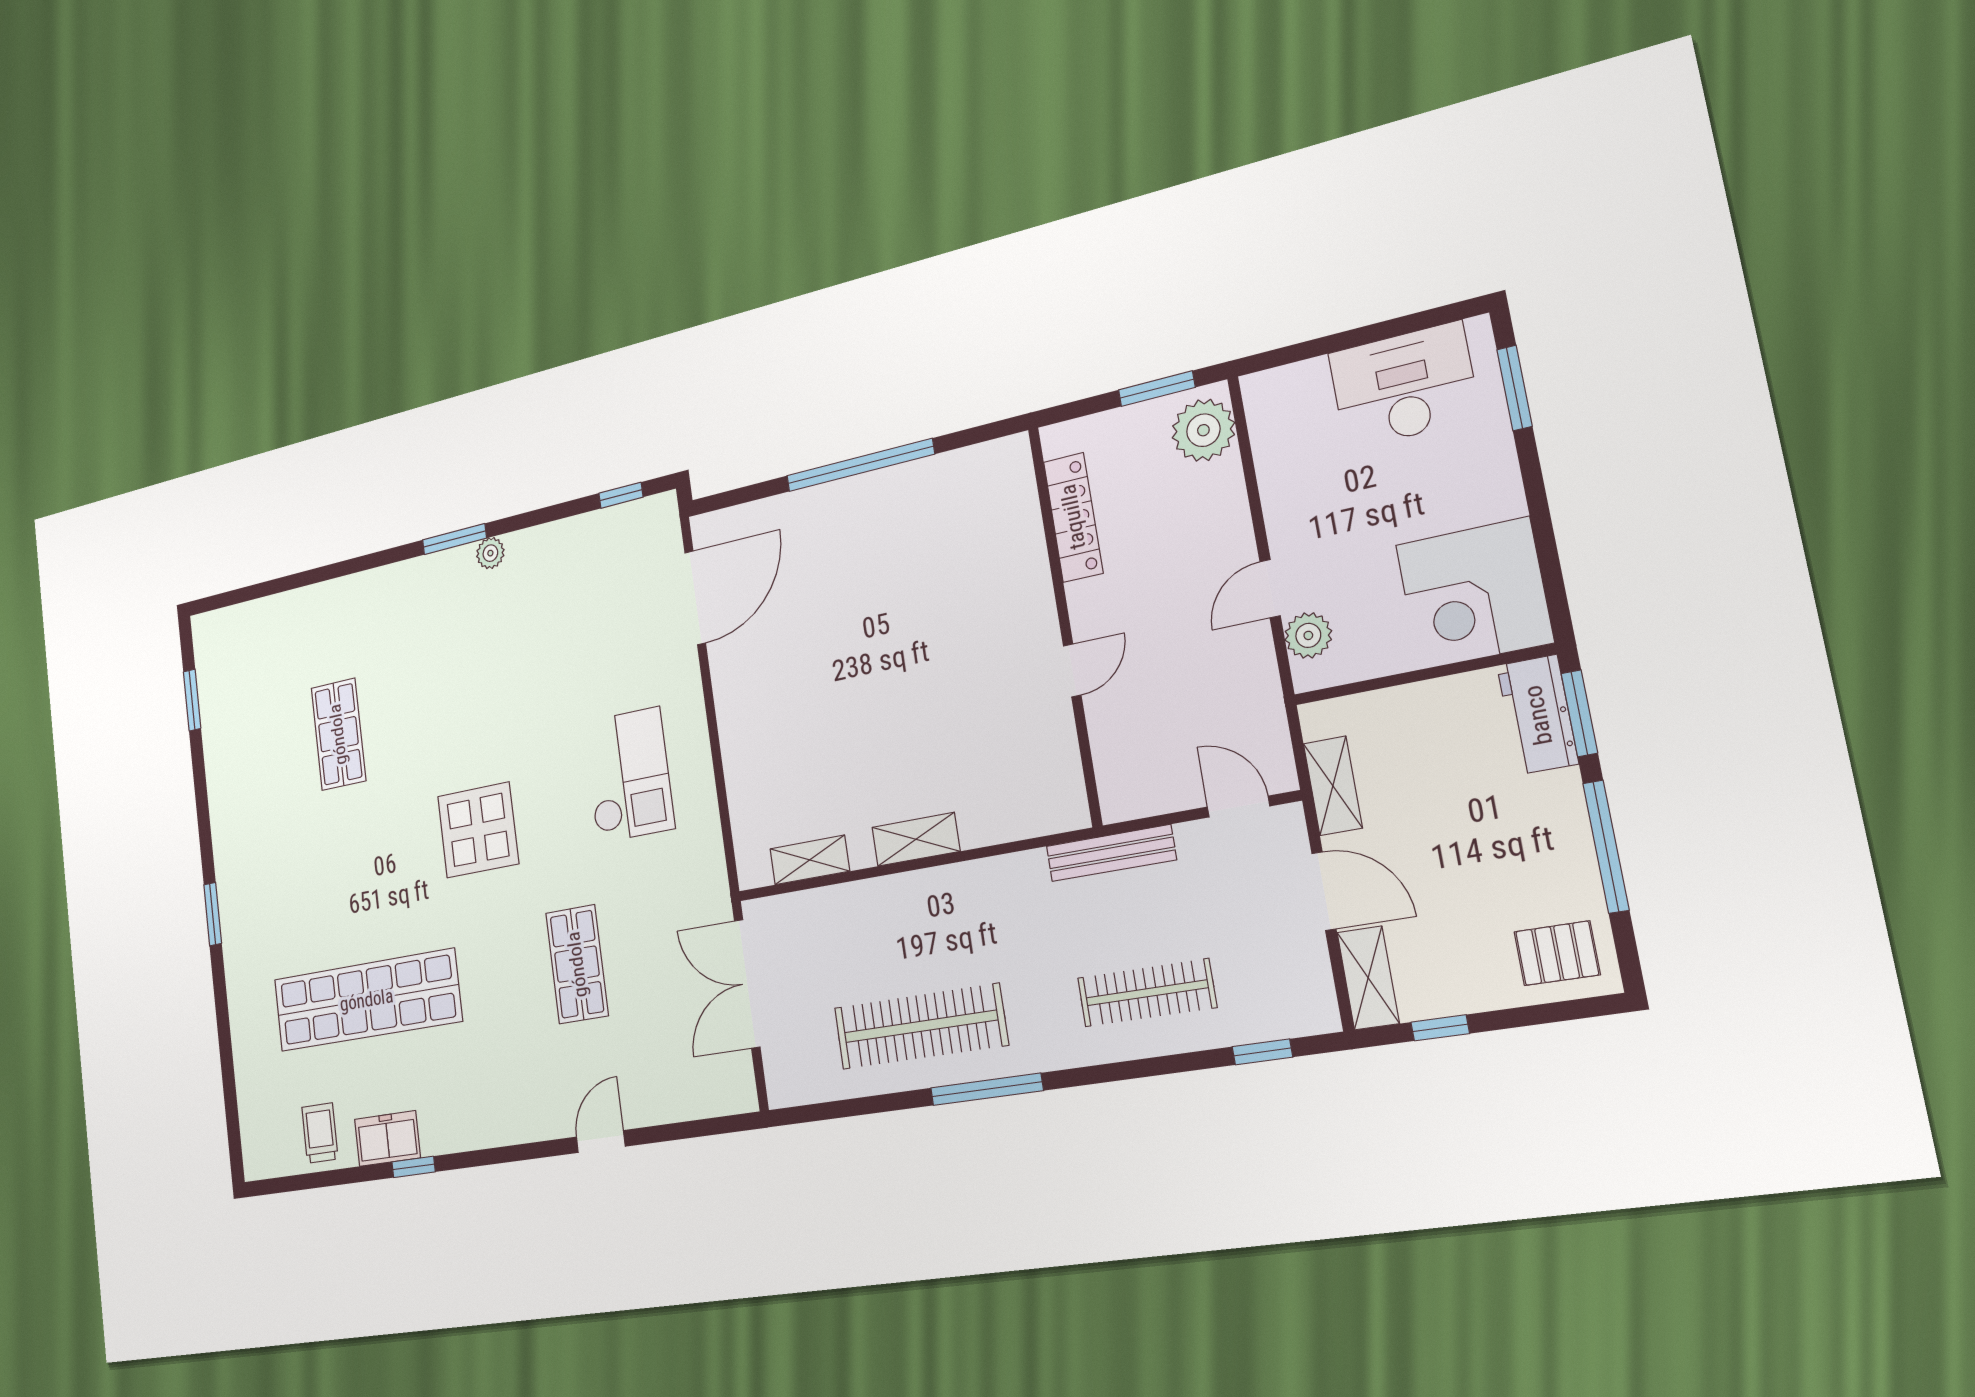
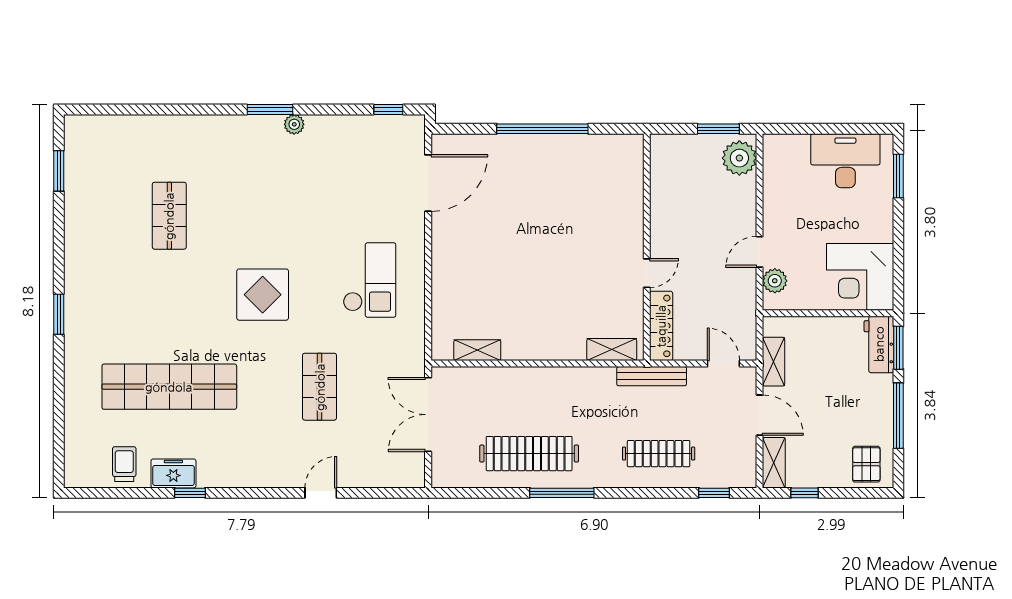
locker: (1073, 517) -> (661, 326), moved
shelving: (916, 839) -> (612, 350), moved
pallet: (1557, 953) -> (866, 464), turned 90

